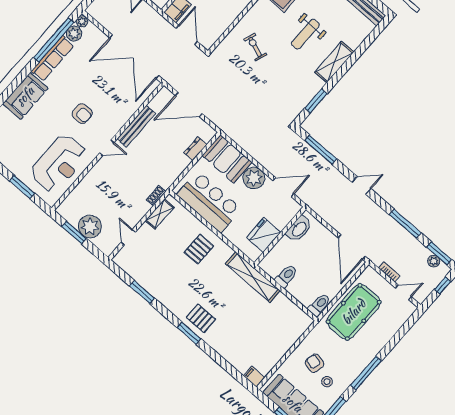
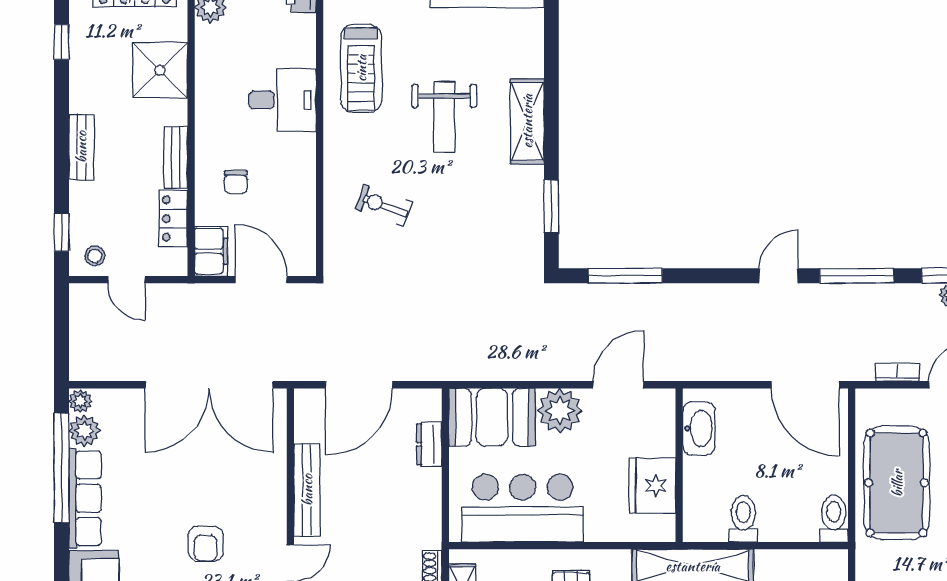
armchair: (82, 114) -> (206, 544), turned 90
door: (361, 185) -> (778, 276), moved

